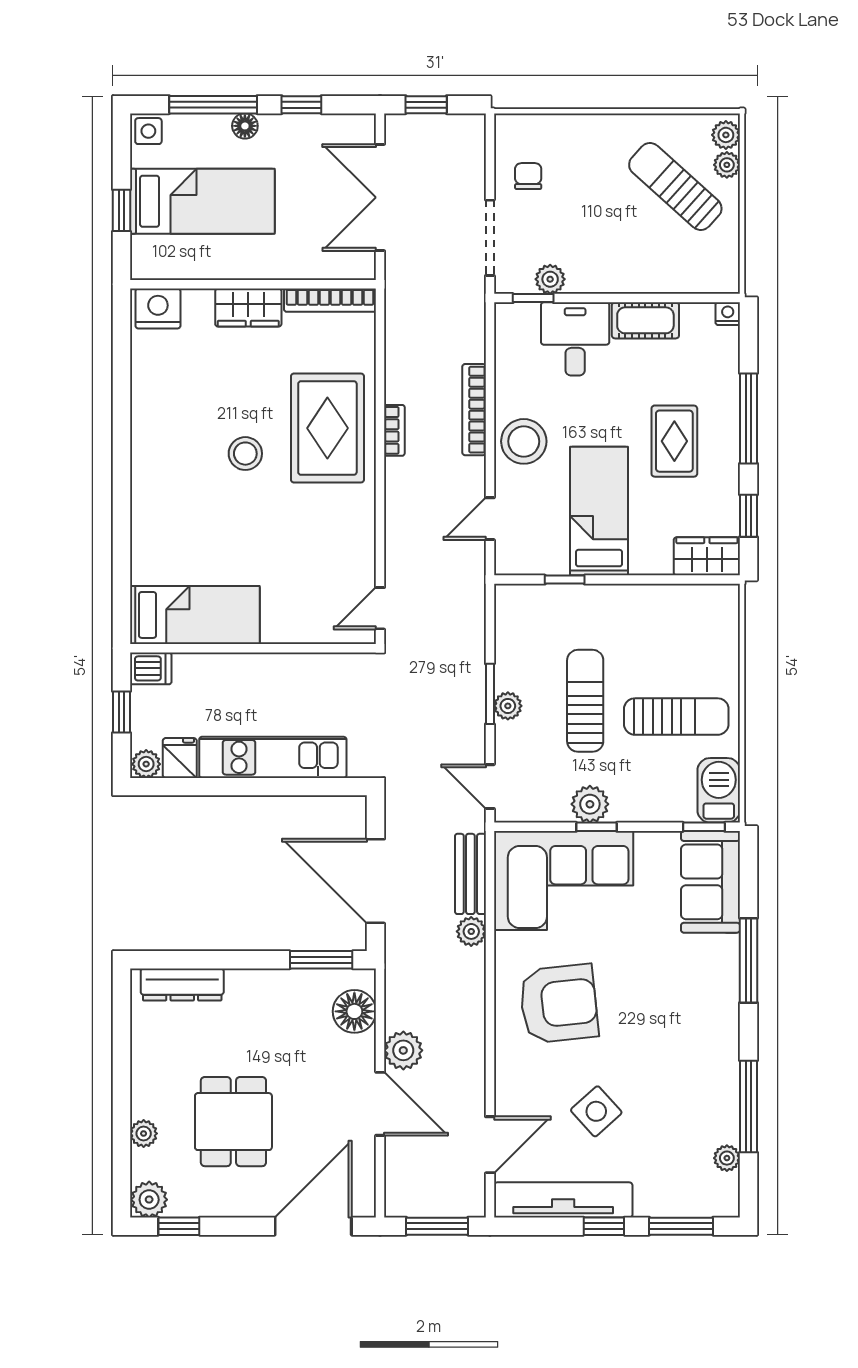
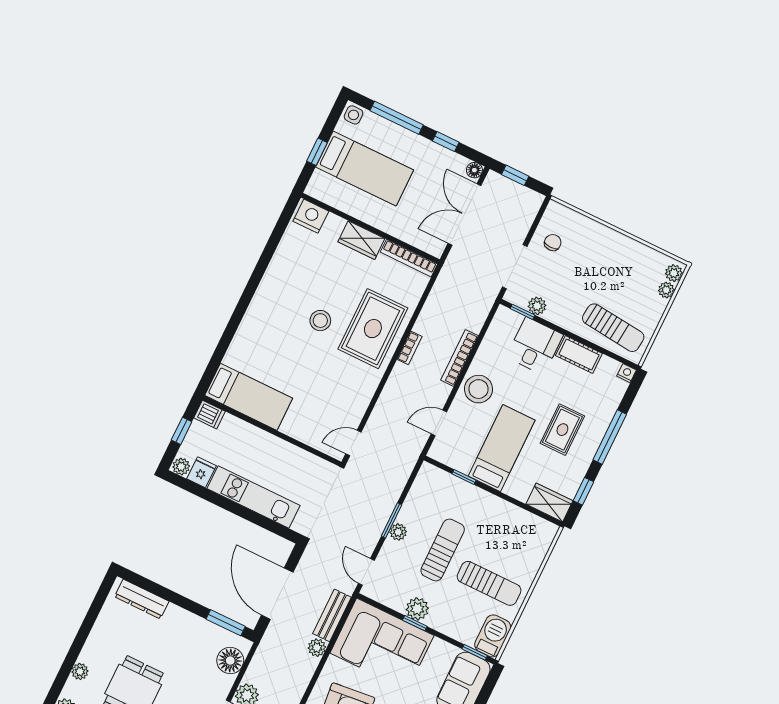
floor lamp: (245, 126) -> (474, 170), moved
sun lounger: (675, 187) -> (613, 328), moved, turned 144

